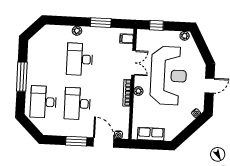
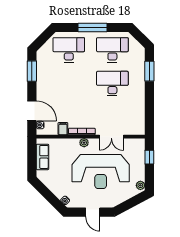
window: (101, 23) -> (149, 71), moved
plant: (77, 31) -> (140, 79), removed
filing cabinet: (127, 39) -> (63, 129), moved
desk: (77, 104) -> (112, 50), moved
window: (76, 141) -> (32, 71), moved
door: (103, 142) -> (32, 111), hinge flipped

